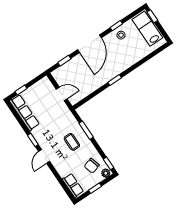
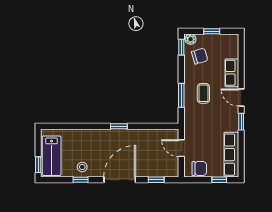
chair: (40, 88) -> (199, 169), added
door: (44, 156) -> (241, 98), swing flipped
row of seats: (73, 185) -> (232, 73), moved

